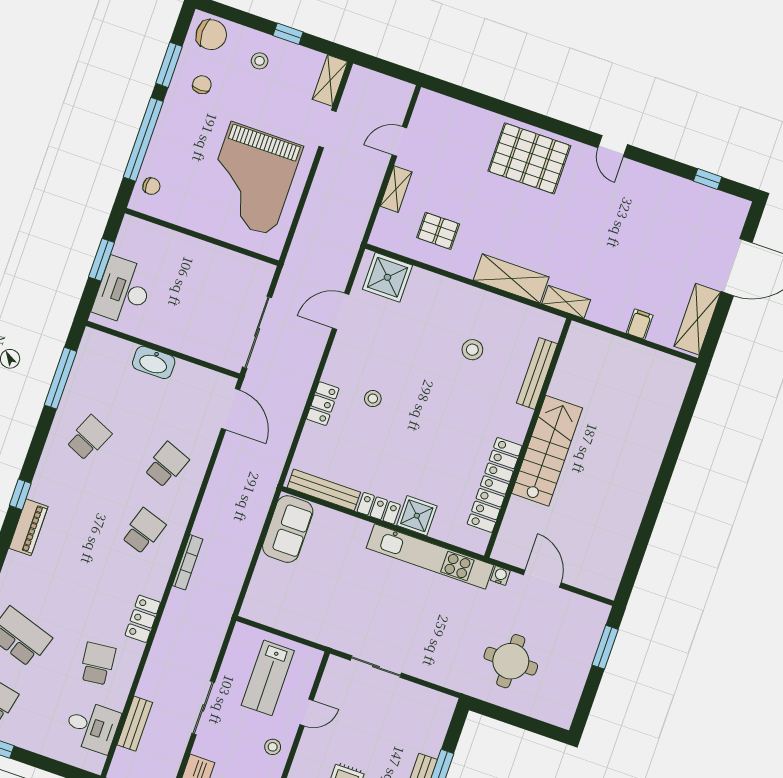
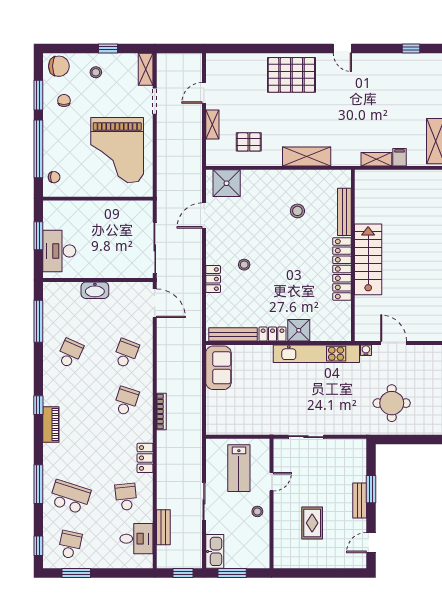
shelving: (566, 302) -> (376, 159), moved
locker: (495, 485) -> (342, 269), moved

